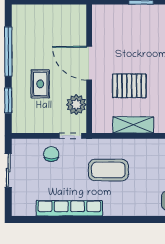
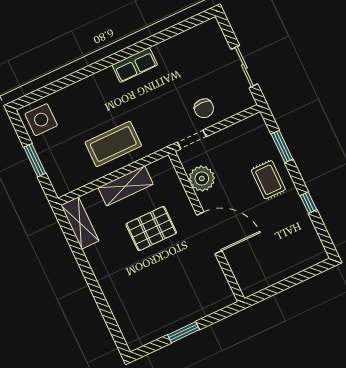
window: (8, 52) -> (308, 203), width x0.32
rug: (40, 84) -> (268, 180), moved
coffee table: (108, 170) -> (113, 144), moved
row of seats: (69, 208) -> (135, 65), width x0.50

